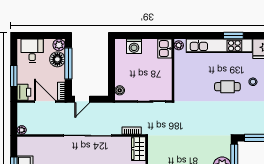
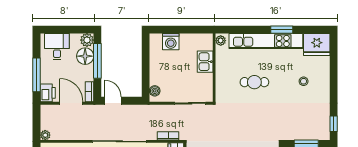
kitchen sink: (165, 49) -> (205, 62), moved
window: (14, 76) -> (36, 75), width x1.44
cafe table: (227, 87) -> (254, 82), moved
door: (82, 99) -> (113, 101), swing flipped

